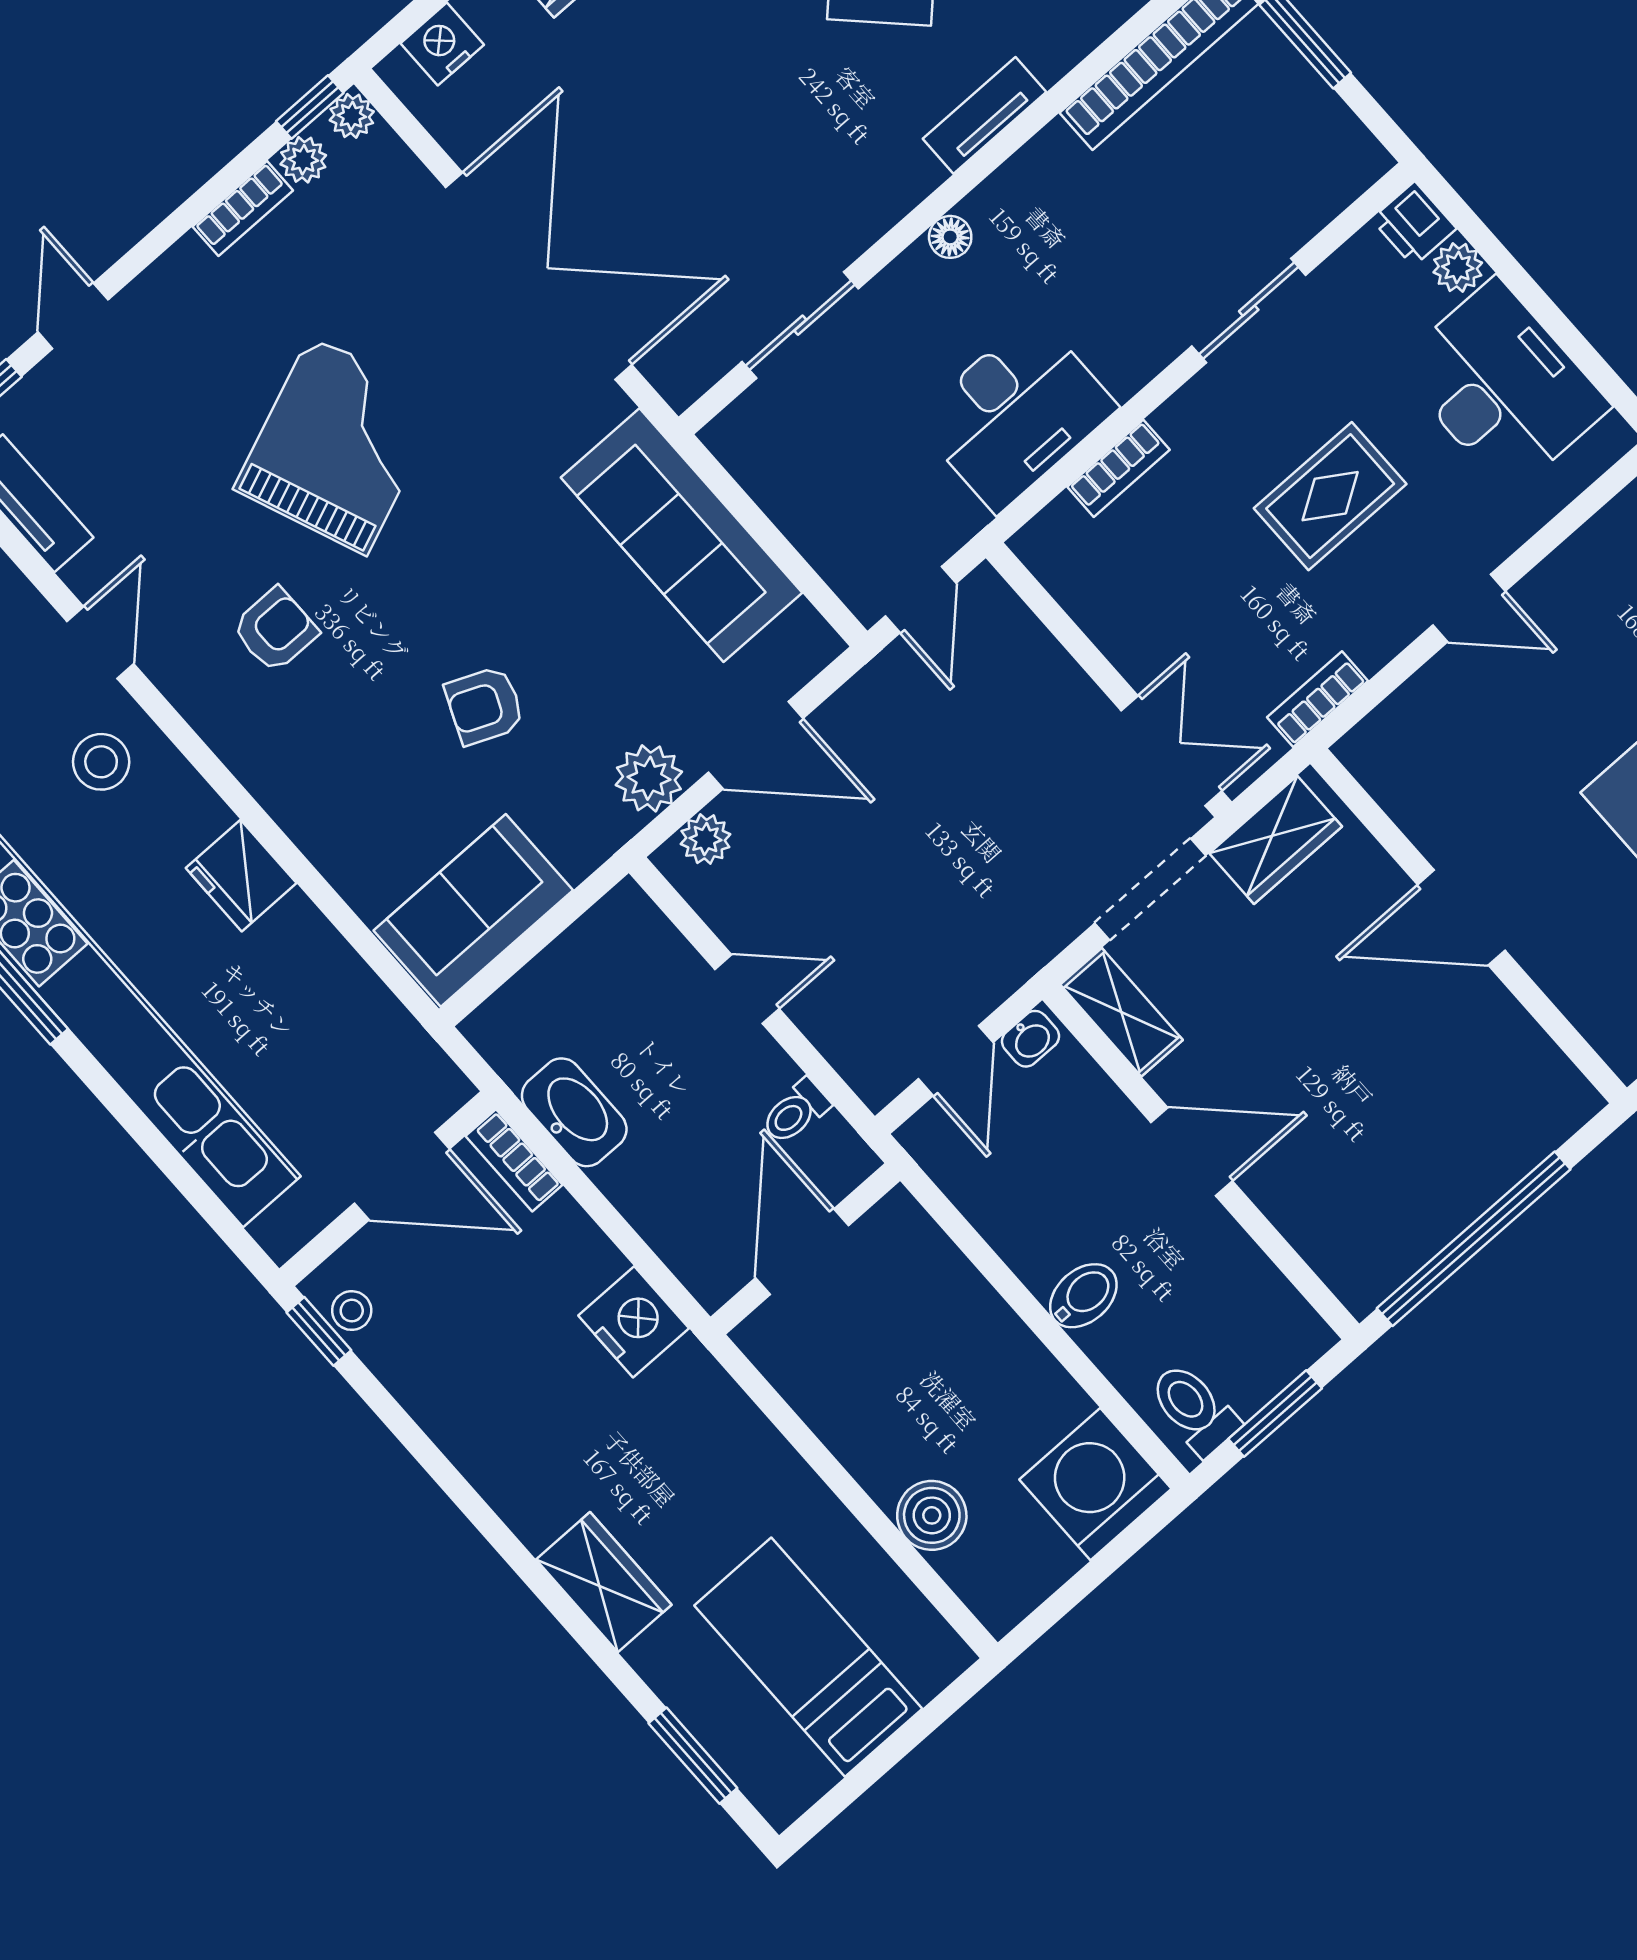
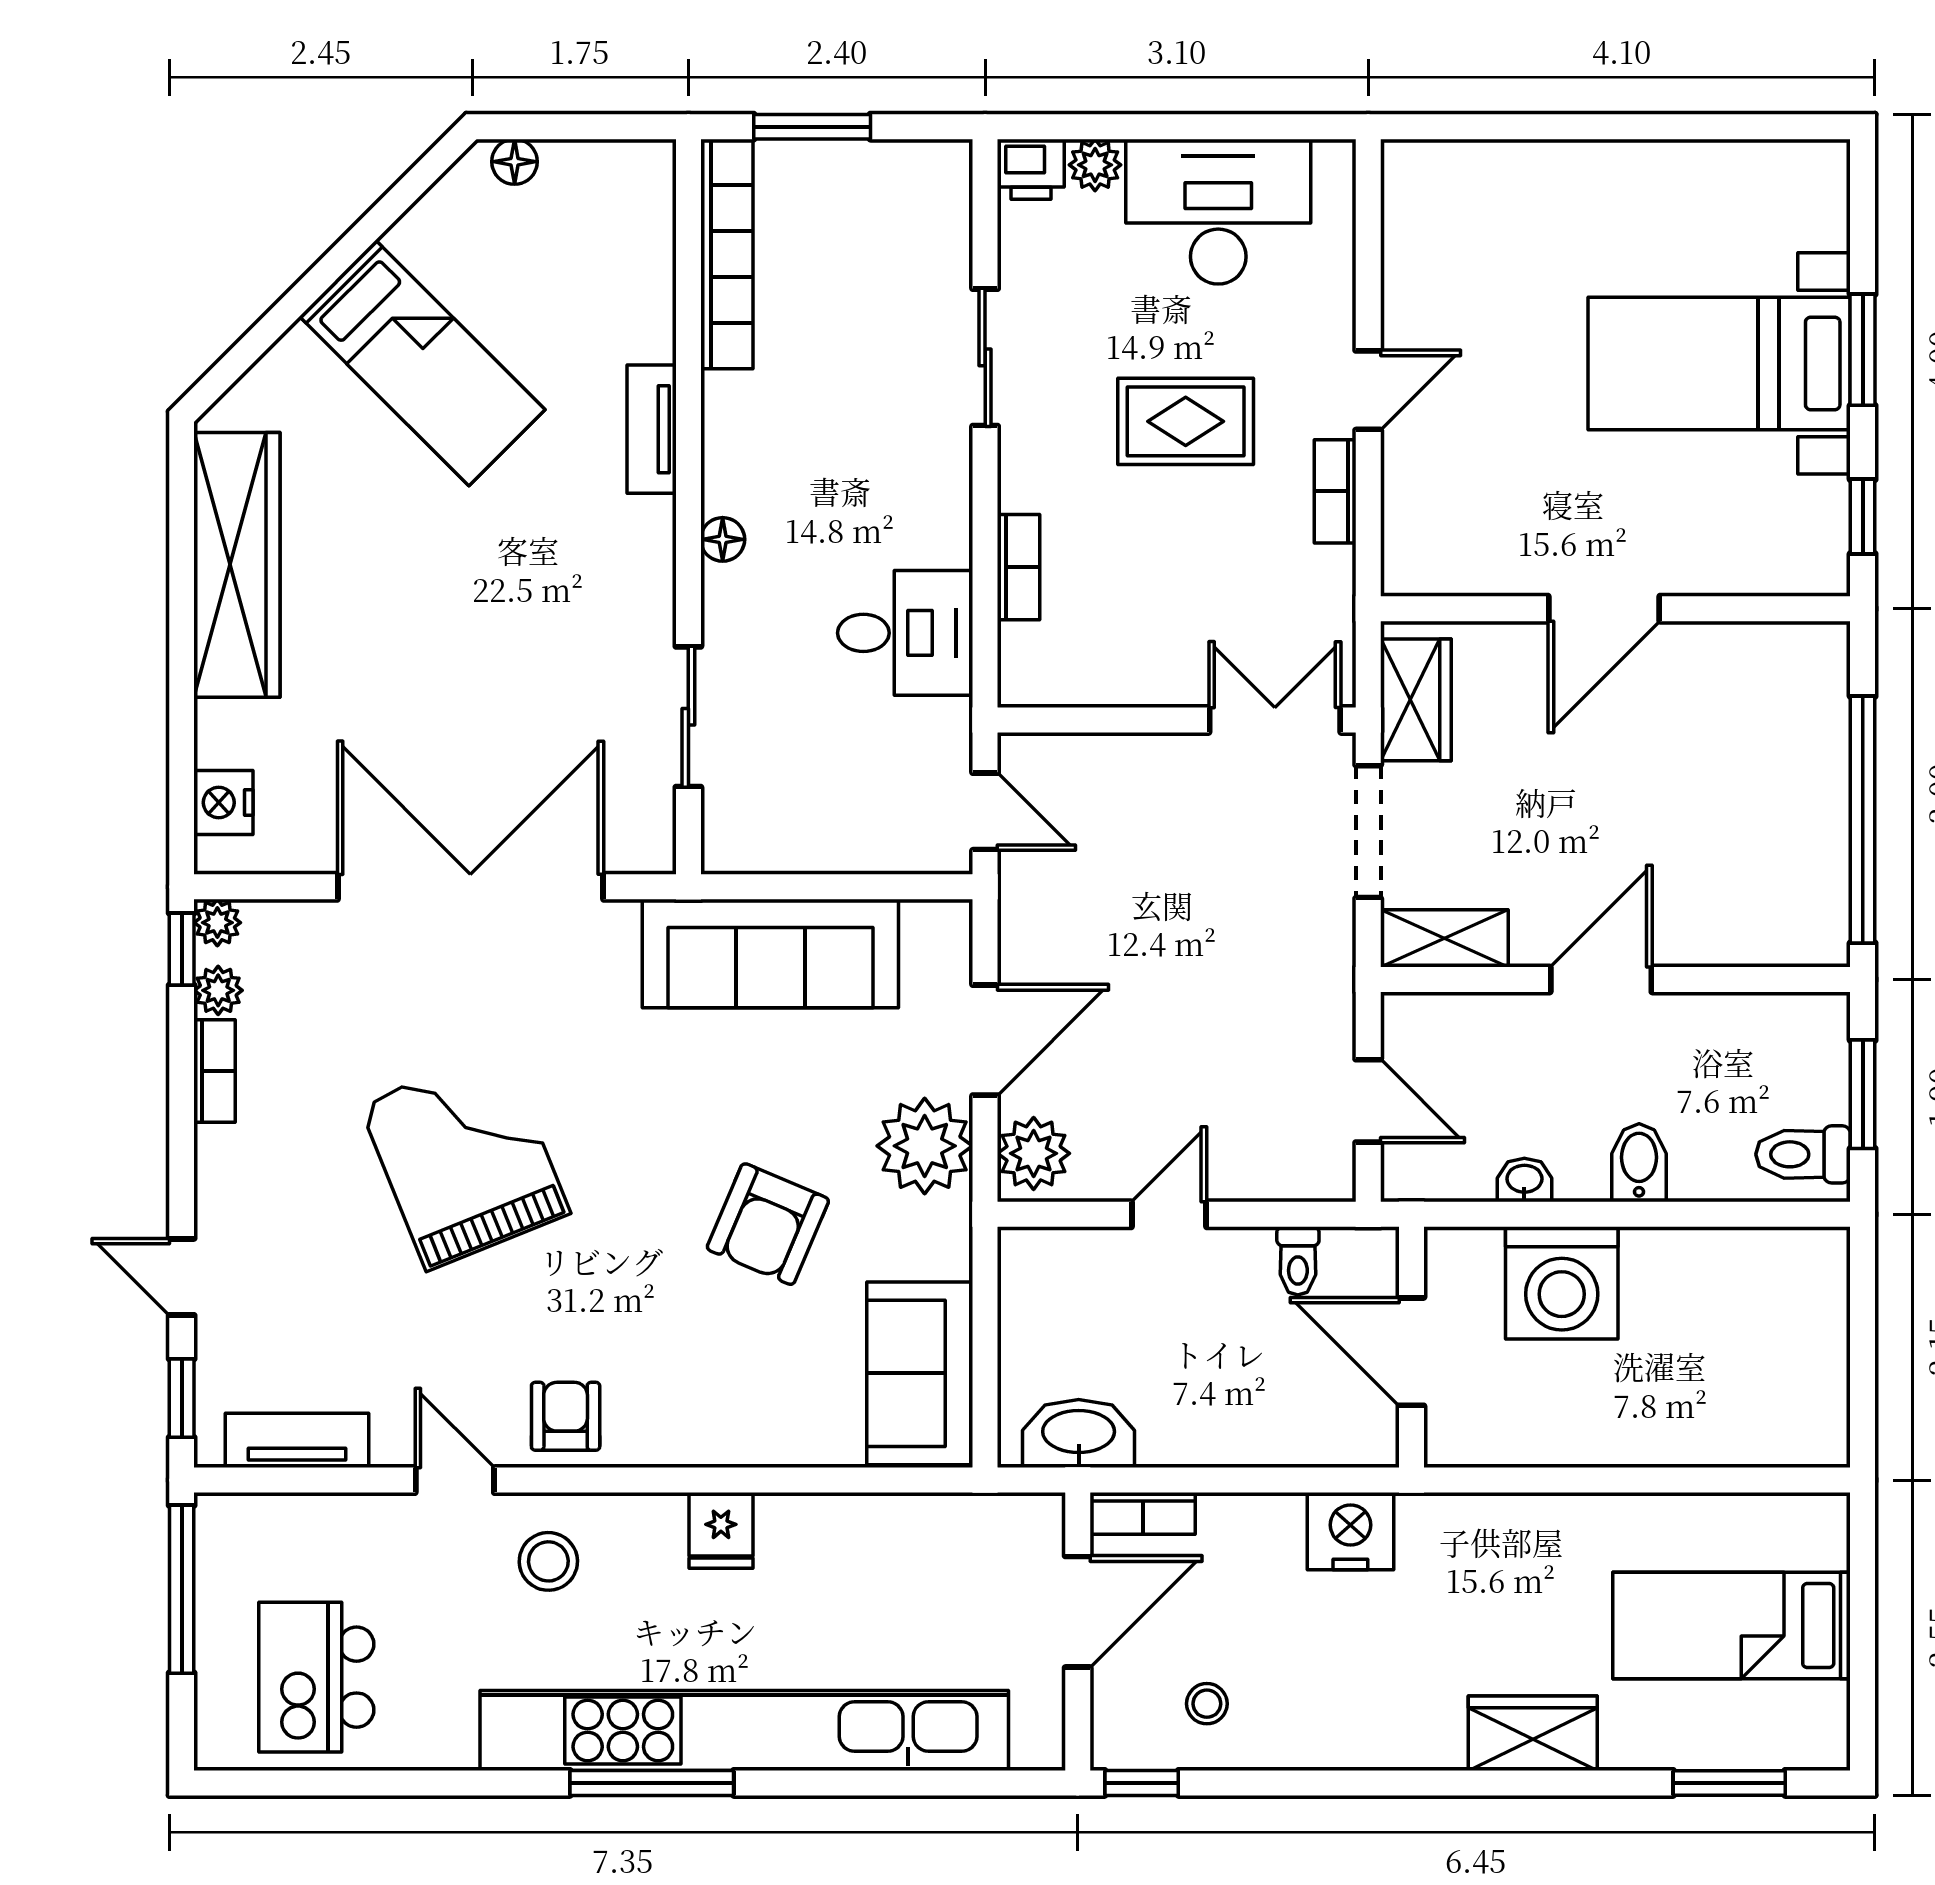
desk: (1016, 413) -> (905, 633), width x0.73
rug: (1330, 496) -> (1186, 421), turned 90
armchair: (275, 630) -> (566, 1416), moved
bookcase: (1318, 699) -> (1335, 491), moved
armchair: (484, 706) -> (768, 1224), width x1.38, depth x1.38
plant: (649, 778) -> (925, 1146), width x1.36, depth x1.36
plant: (705, 839) -> (1034, 1153), width x1.38, depth x1.38
fridge: (241, 876) -> (721, 1530), width x0.72
washbasin: (1031, 1039) -> (1524, 1180), moved, turned -90
washbasin: (574, 1112) -> (1079, 1434), moved
stool: (352, 1311) -> (1207, 1704), moved
washing machine: (1095, 1484) -> (1562, 1283), moved, turned -90
boiler: (932, 1515) -> (1706, 1432), removed

